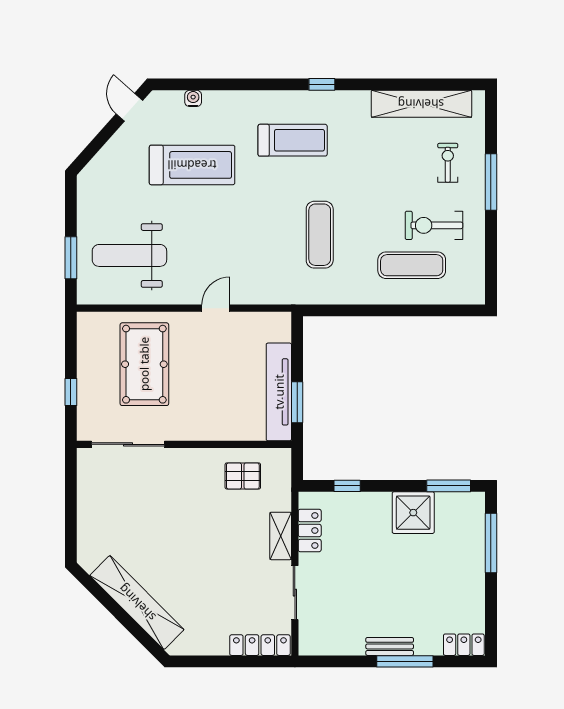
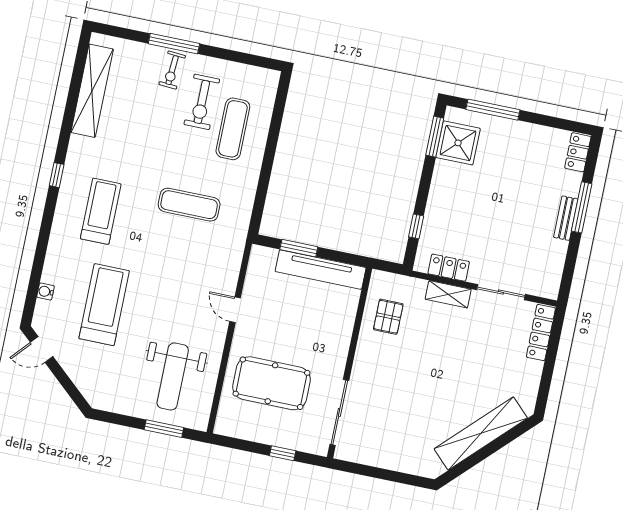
exercise bike: (448, 163) -> (172, 70), moved, turned -86
window: (297, 402) -> (299, 248), moved
shower: (413, 513) -> (458, 143), moved

